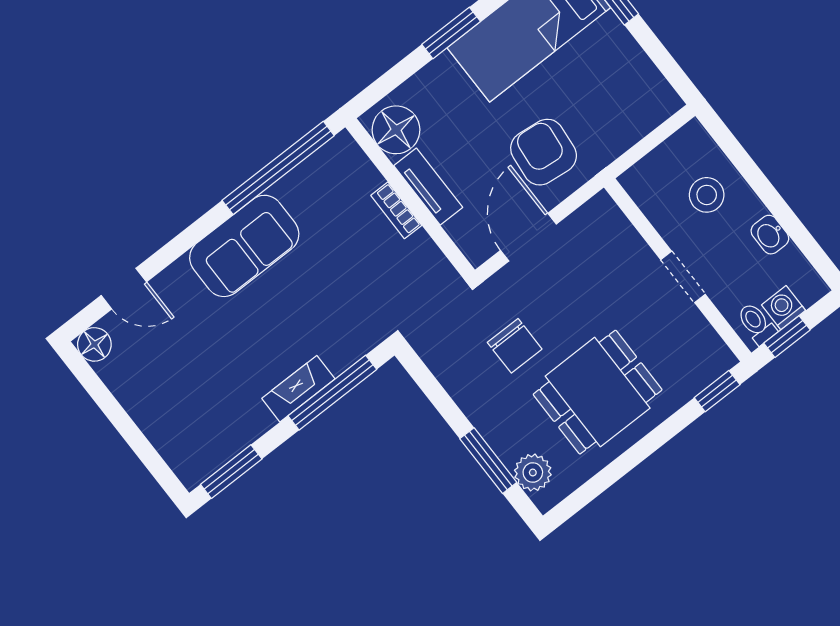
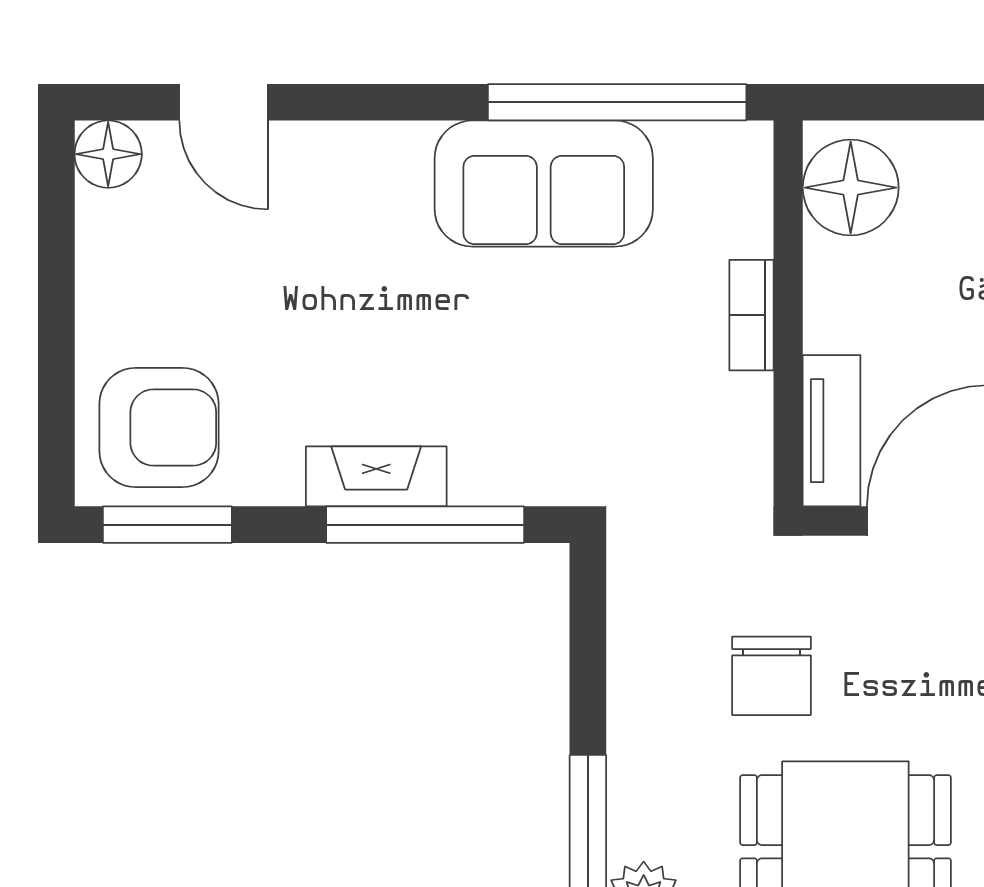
tv unit: (428, 186) -> (832, 431), moved
sofa: (244, 246) -> (544, 184), moved
armchair: (198, 436) -> (159, 428), added

